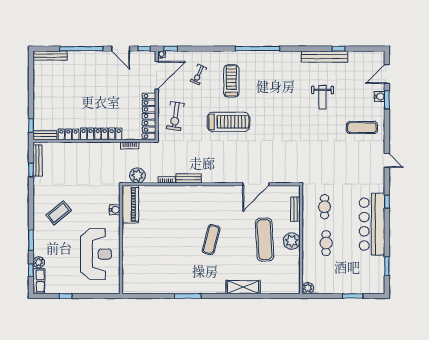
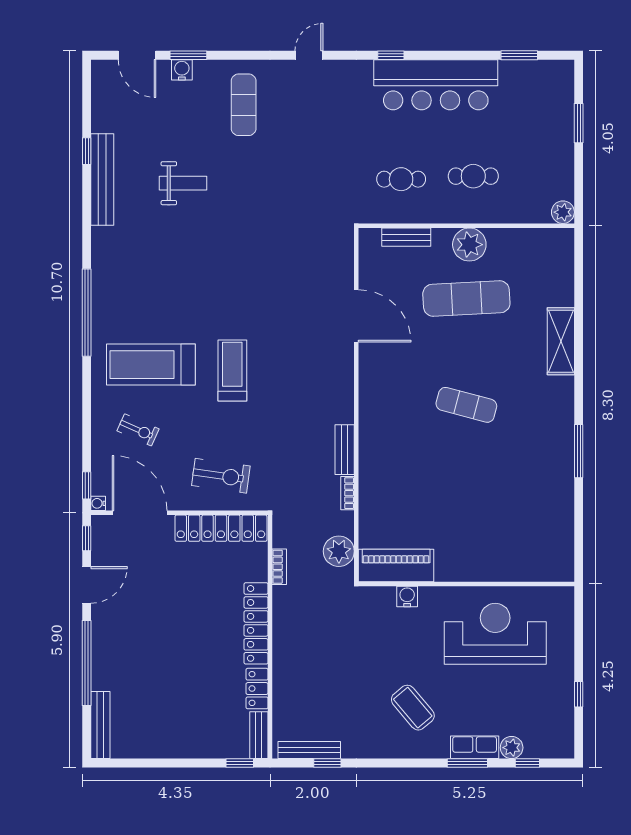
treadmill: (231, 81) -> (151, 365), width x1.37, depth x1.38
treadmill: (228, 122) -> (232, 370), width x0.73, depth x0.73
row of seats: (39, 281) -> (475, 747), moved

